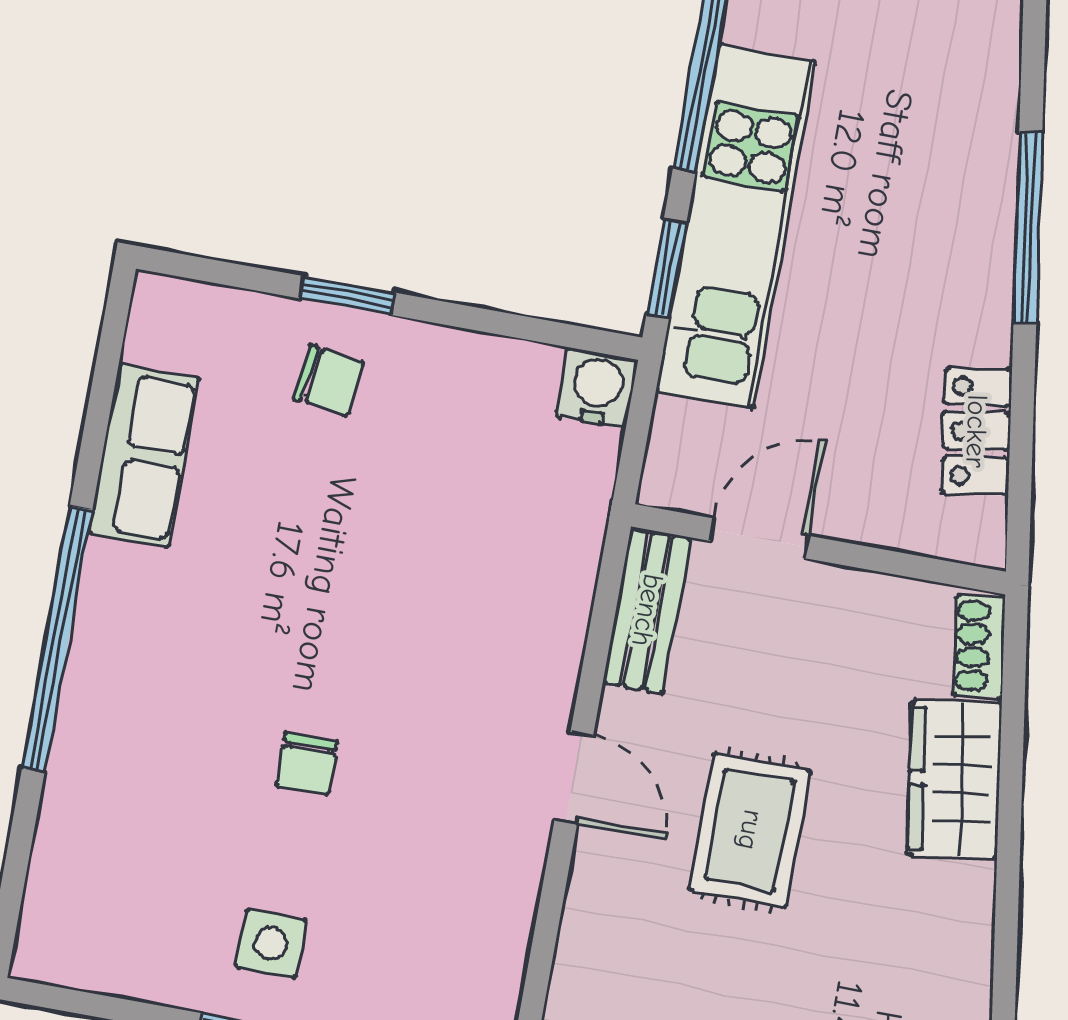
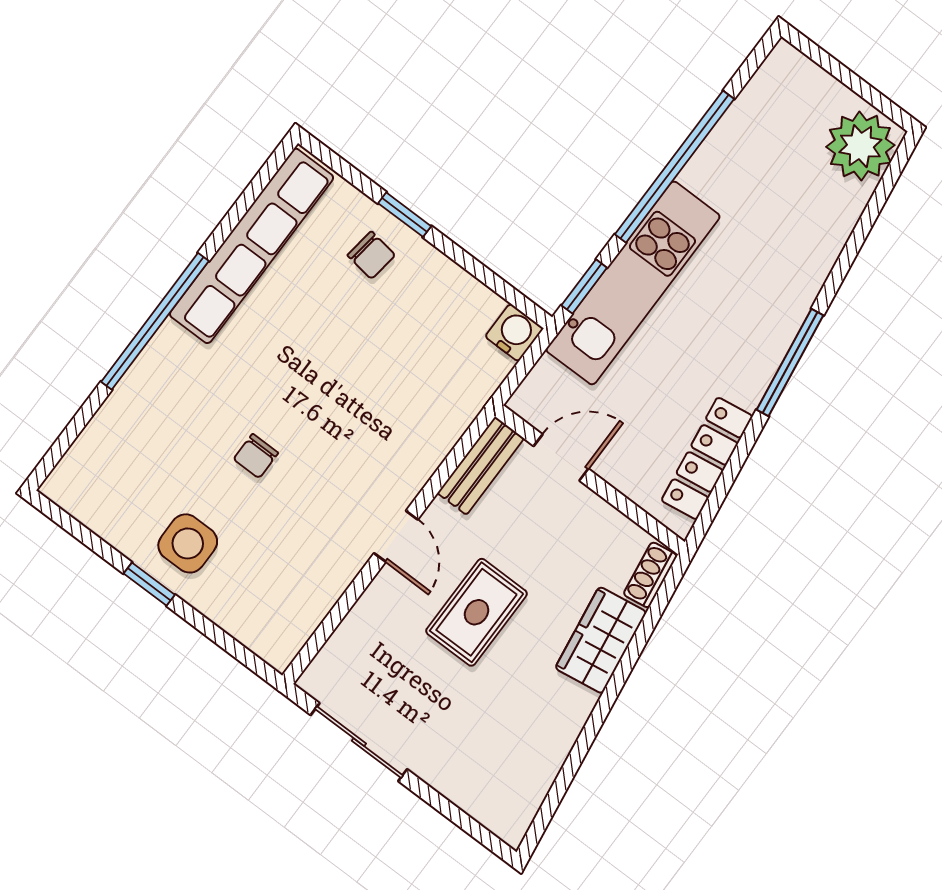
locker: (976, 431) -> (707, 458), width x1.53
row of seats: (144, 456) -> (252, 246), width x2.02
side table: (271, 944) -> (188, 543), width x1.37, depth x1.37

